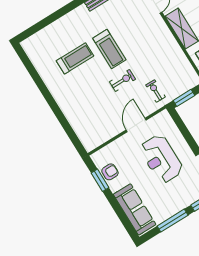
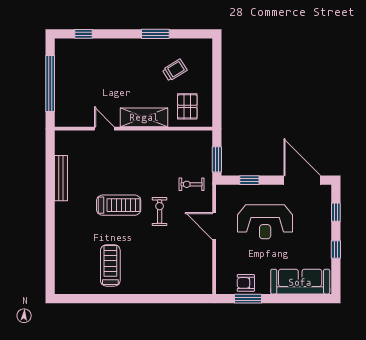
treadmill: (75, 58) -> (110, 265), moved
window: (184, 130) -> (249, 180), added
armchair: (110, 172) -> (246, 283), turned -90
window: (173, 221) -> (336, 249), width x0.46

